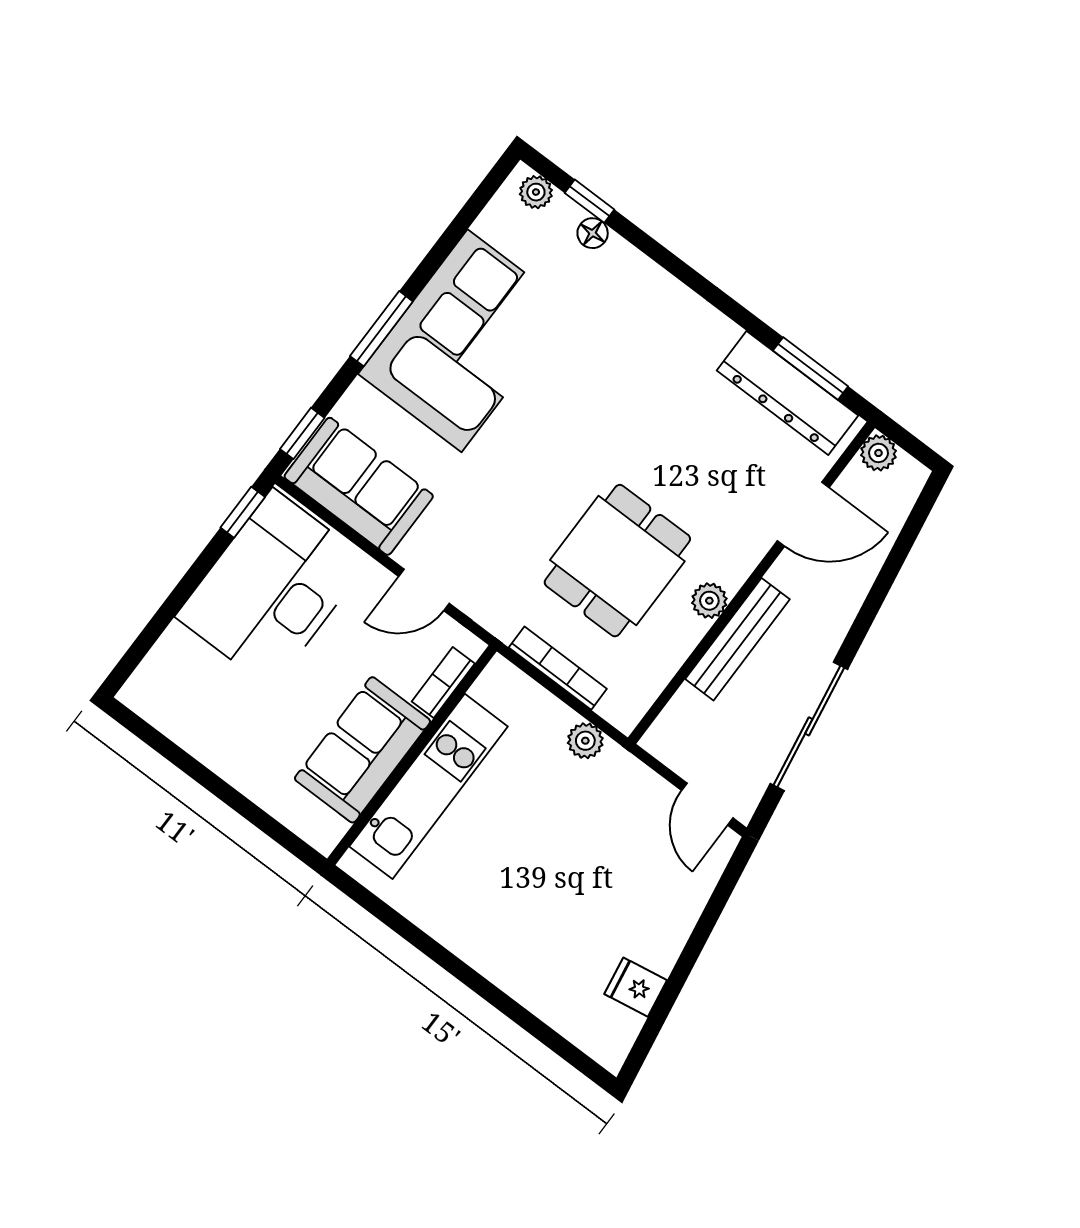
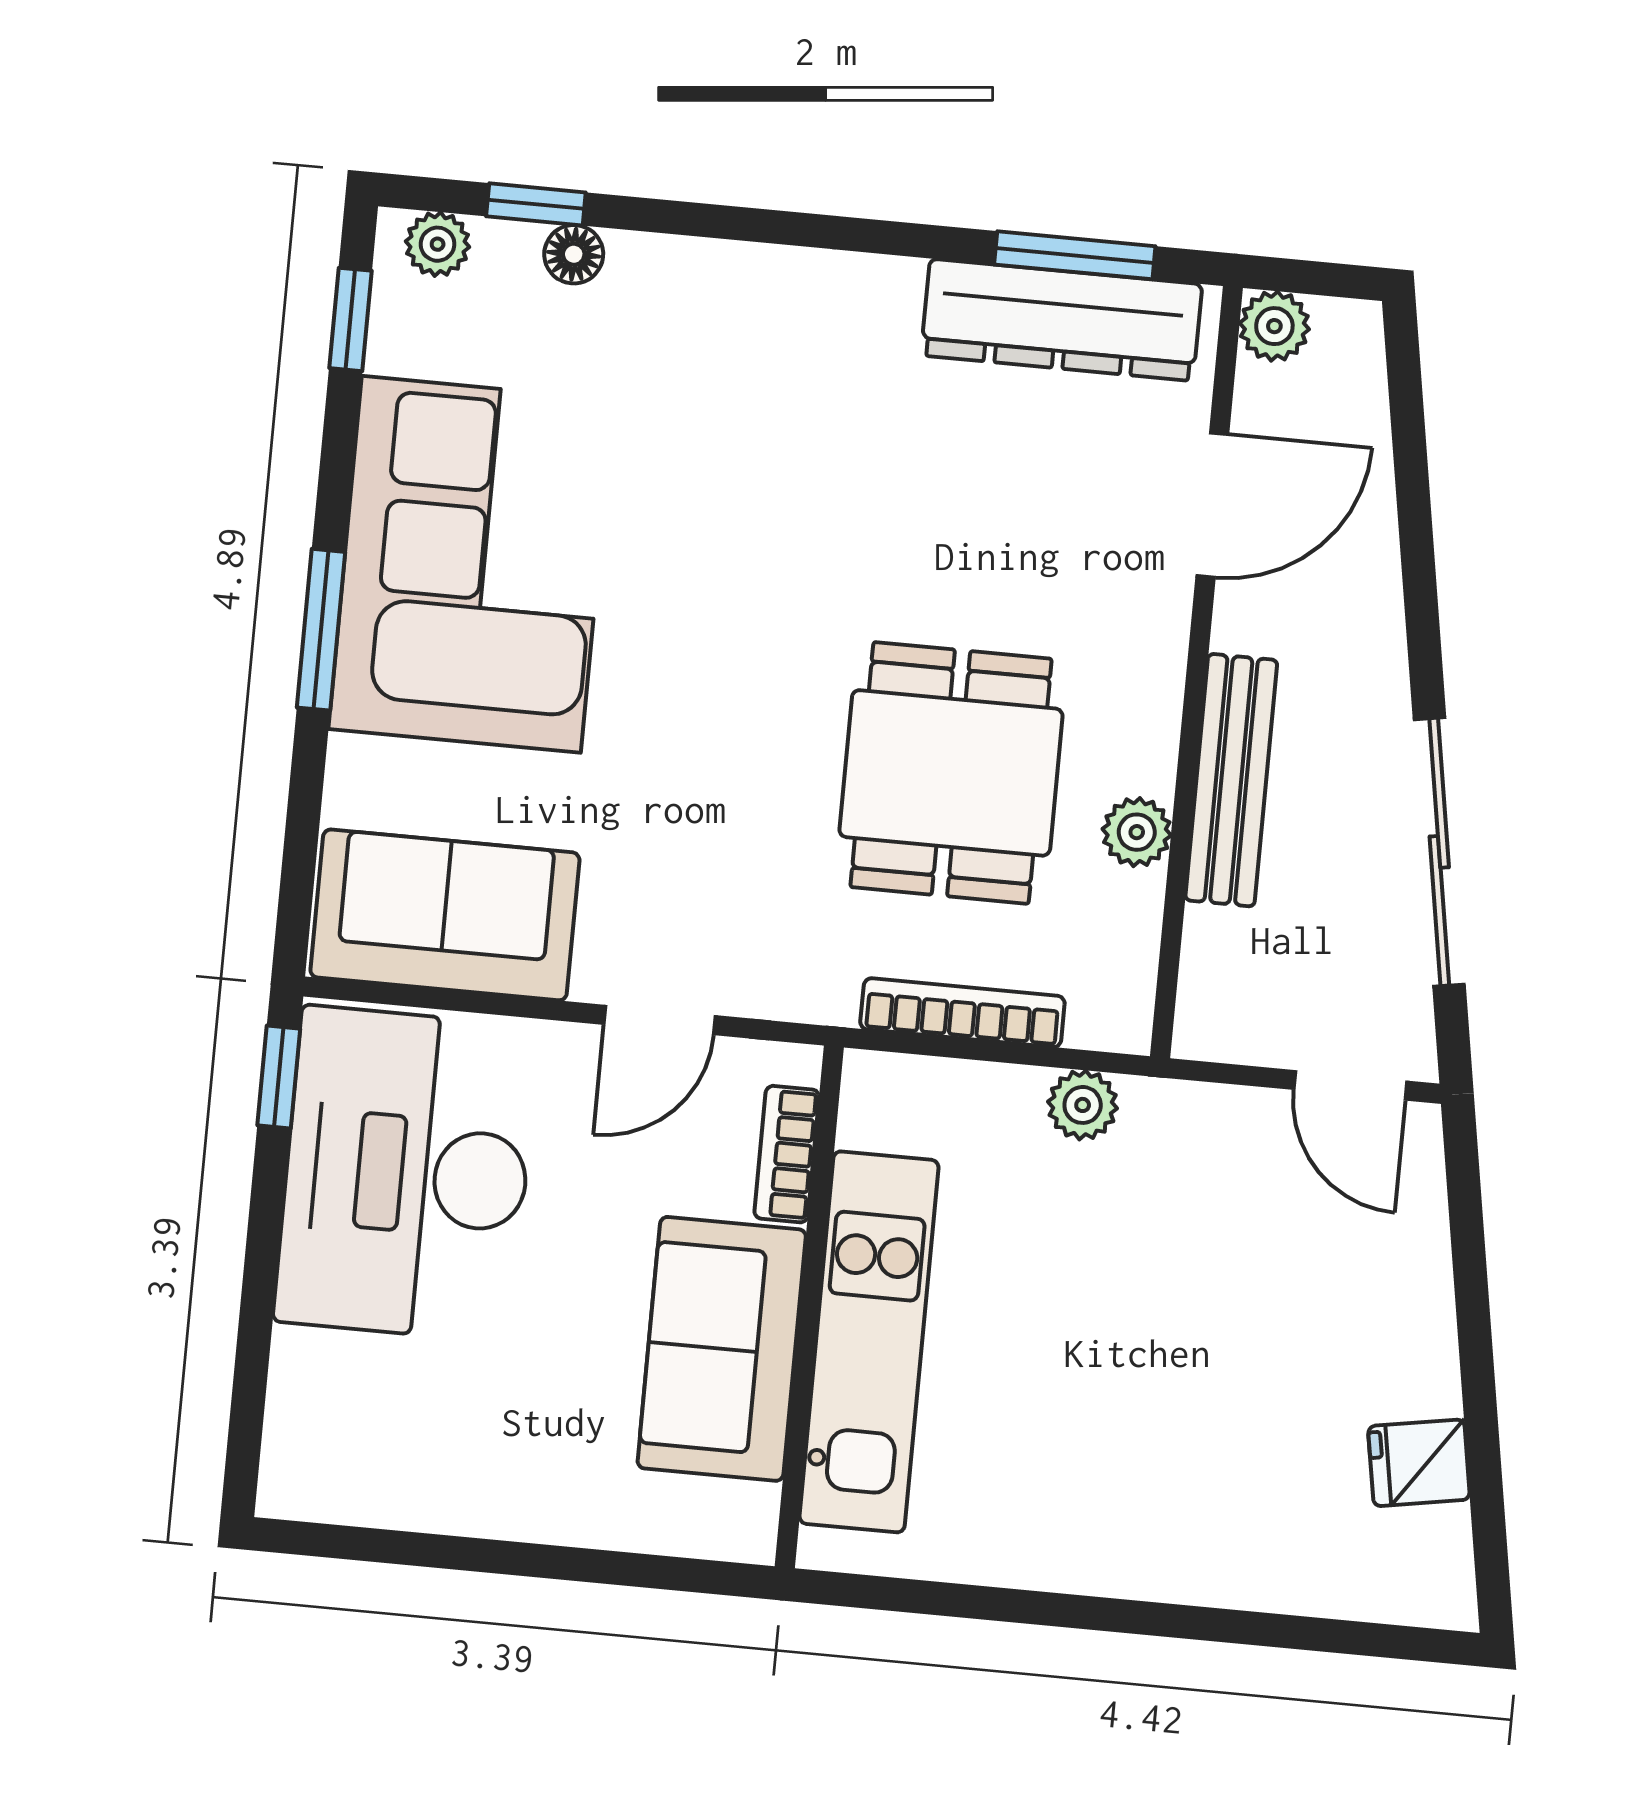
window: (302, 433) -> (350, 319), moved
plant: (709, 601) -> (1137, 832), moved

